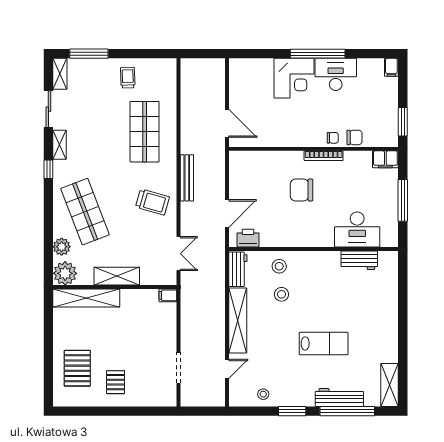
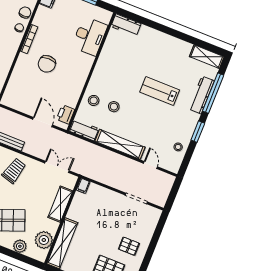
workbench: (359, 260) -> (126, 25), moved, turned 90
plant: (65, 273) -> (44, 240), moved
shelving: (117, 276) -> (60, 204), moved
lab bench: (324, 343) -> (160, 91), turned -90

